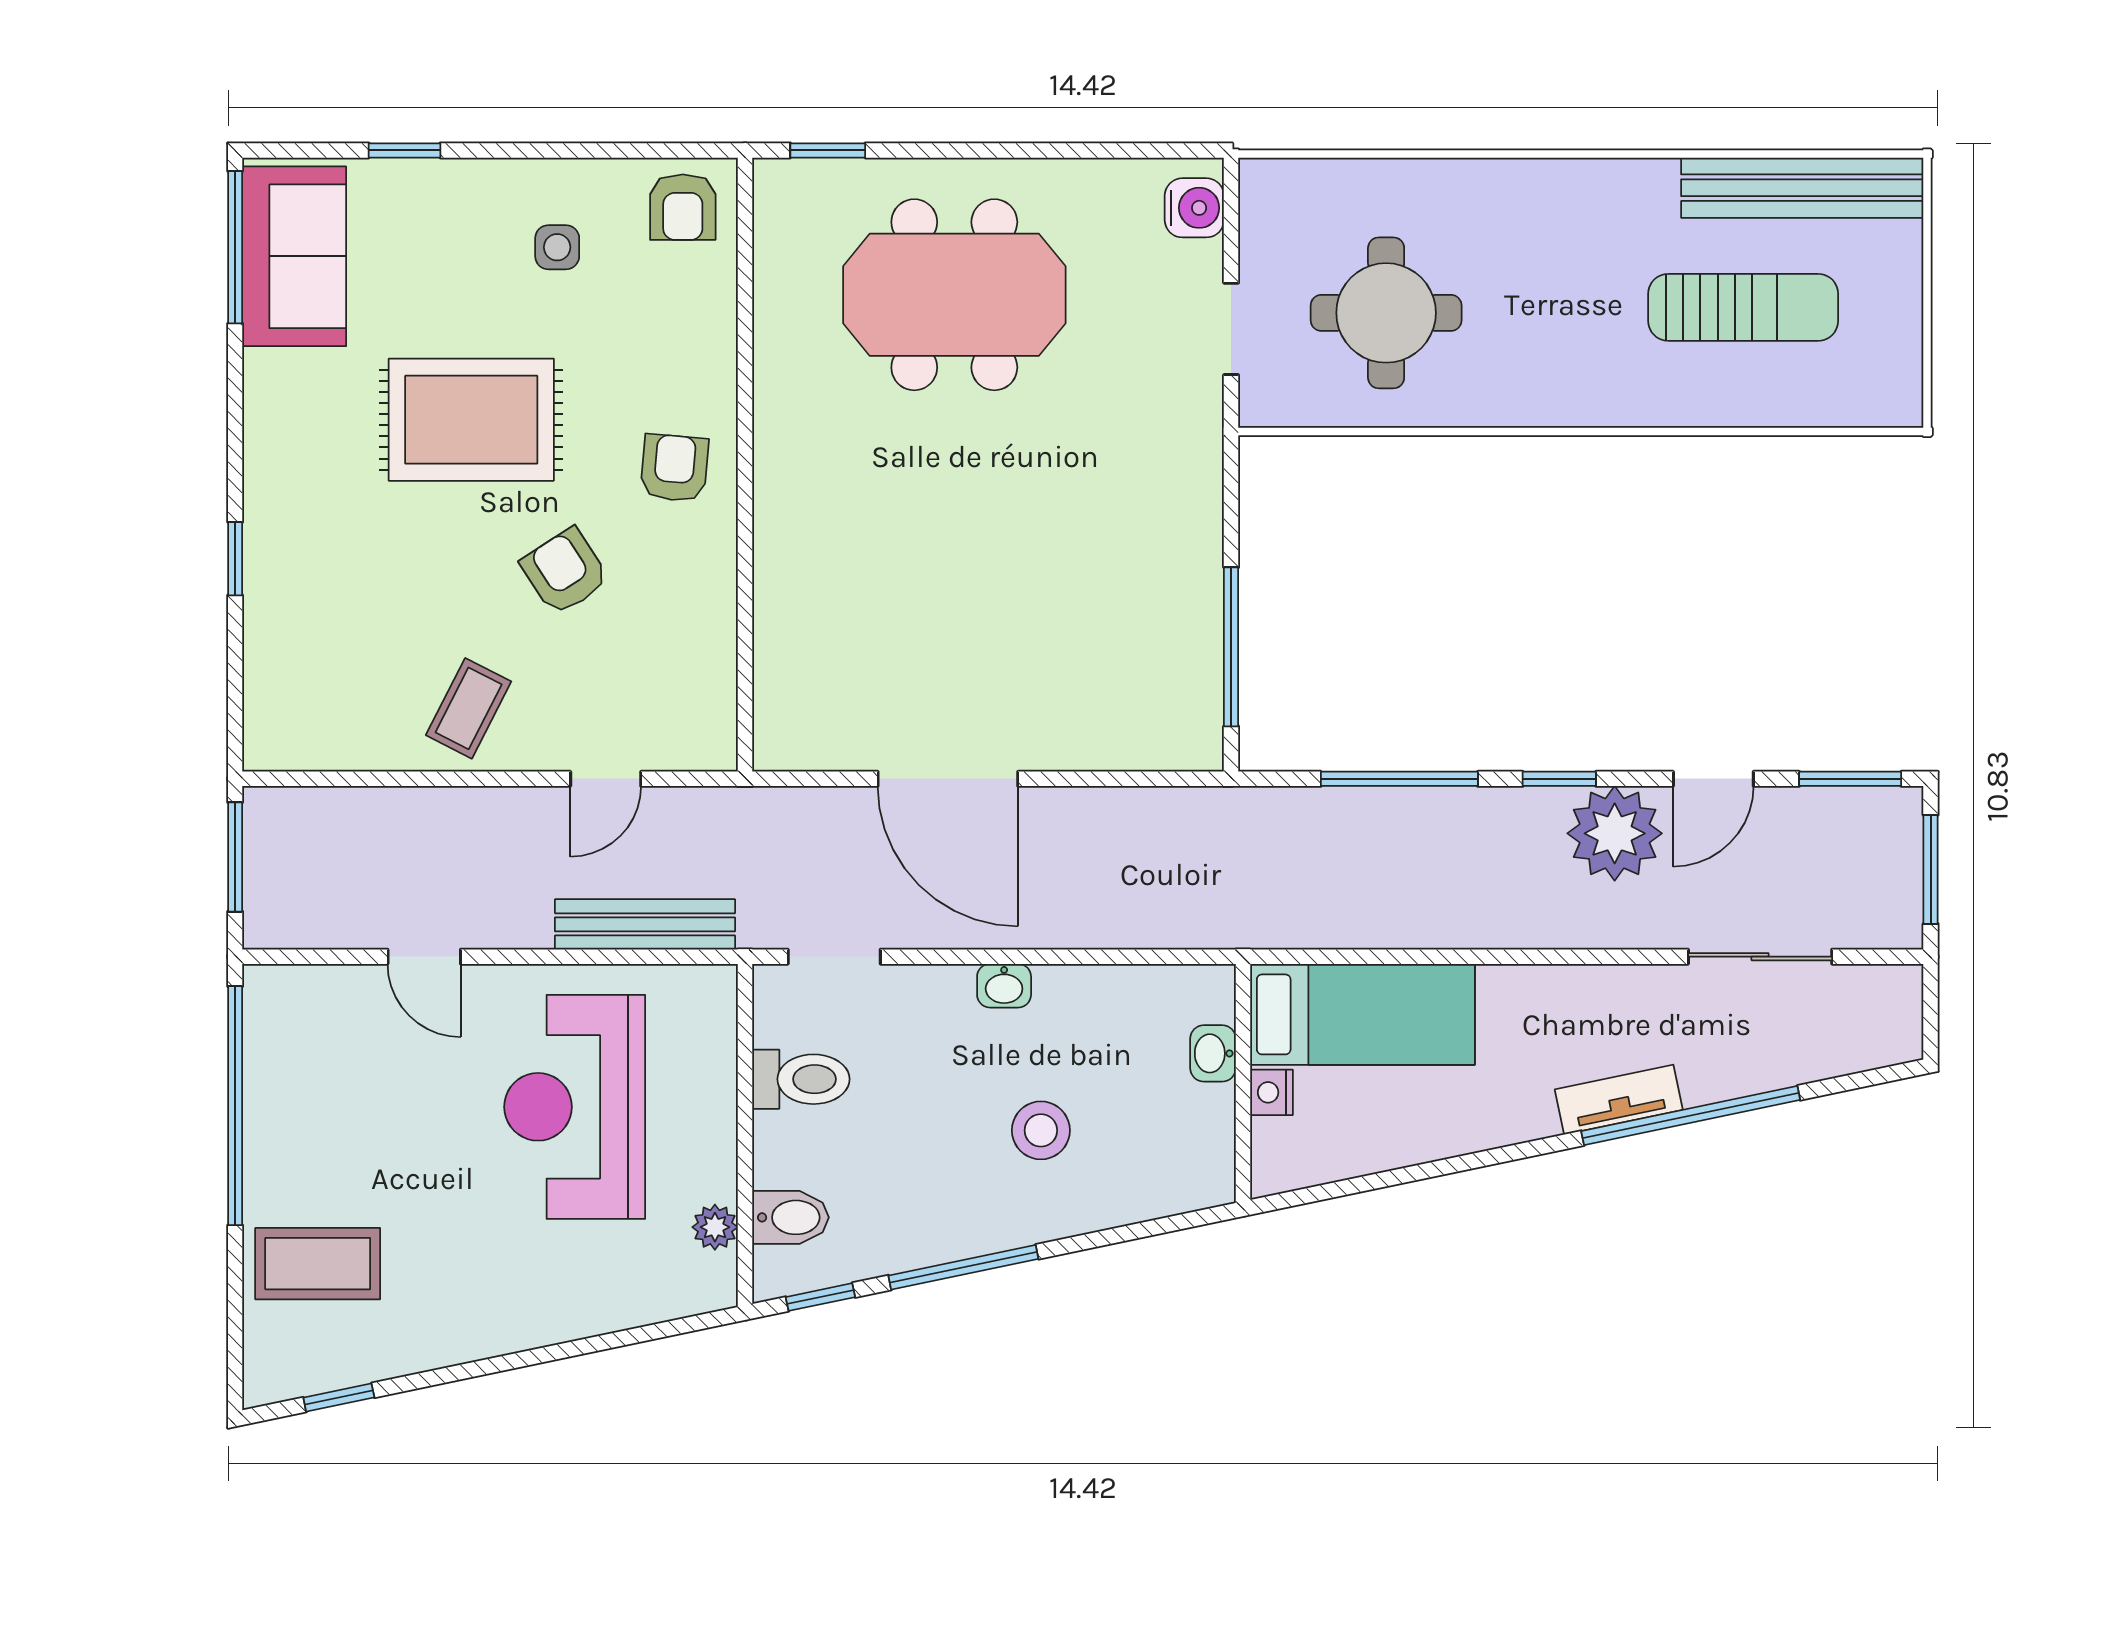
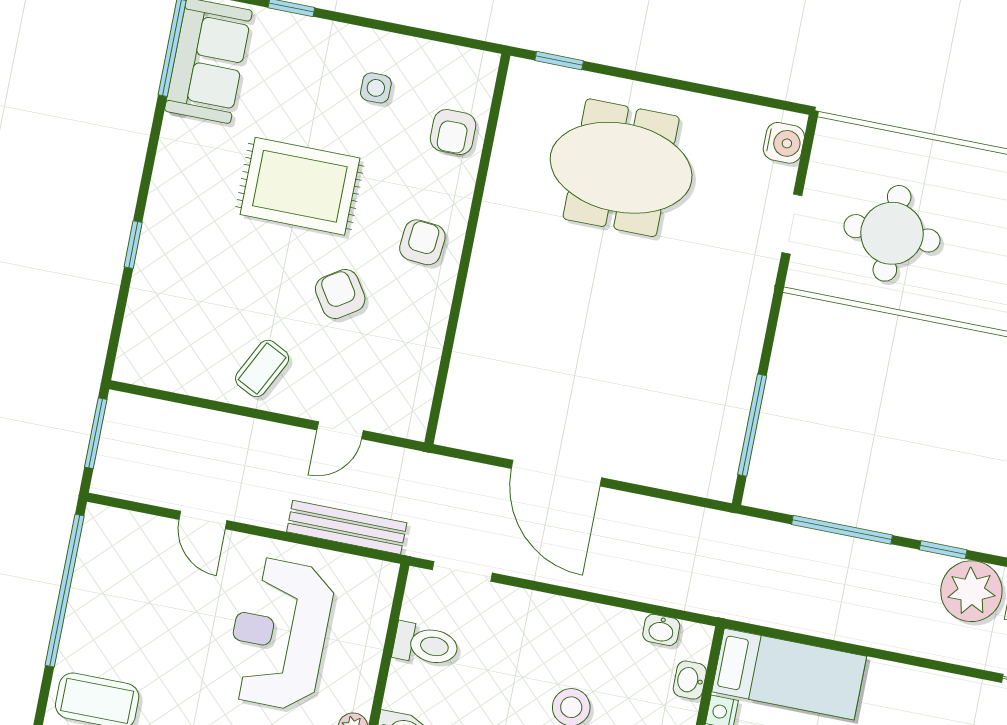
armchair: (683, 207) -> (453, 132), moved
washbasin: (1004, 986) -> (661, 630), moved

